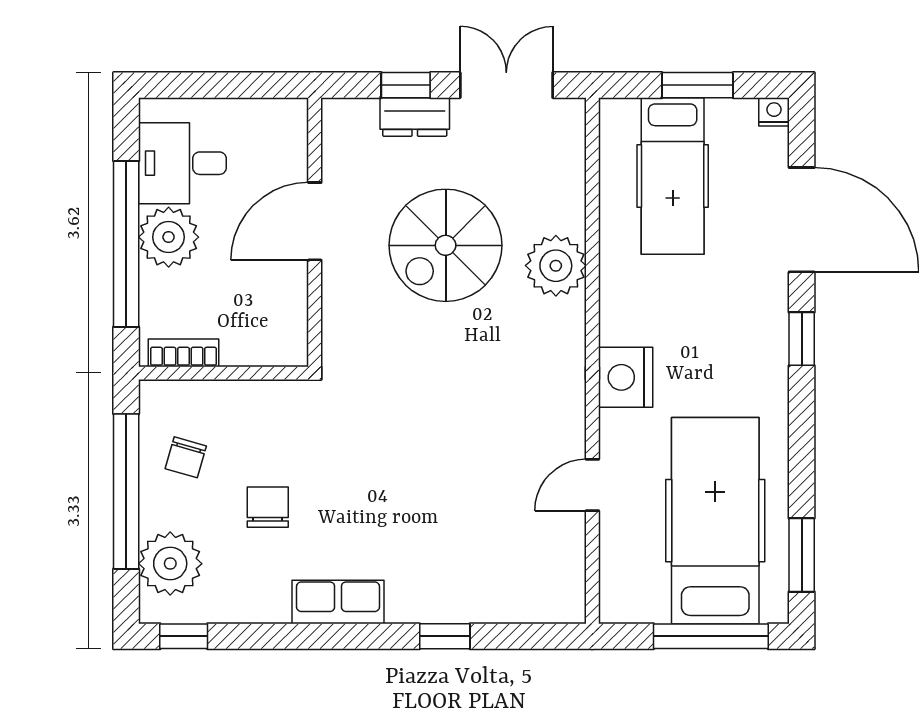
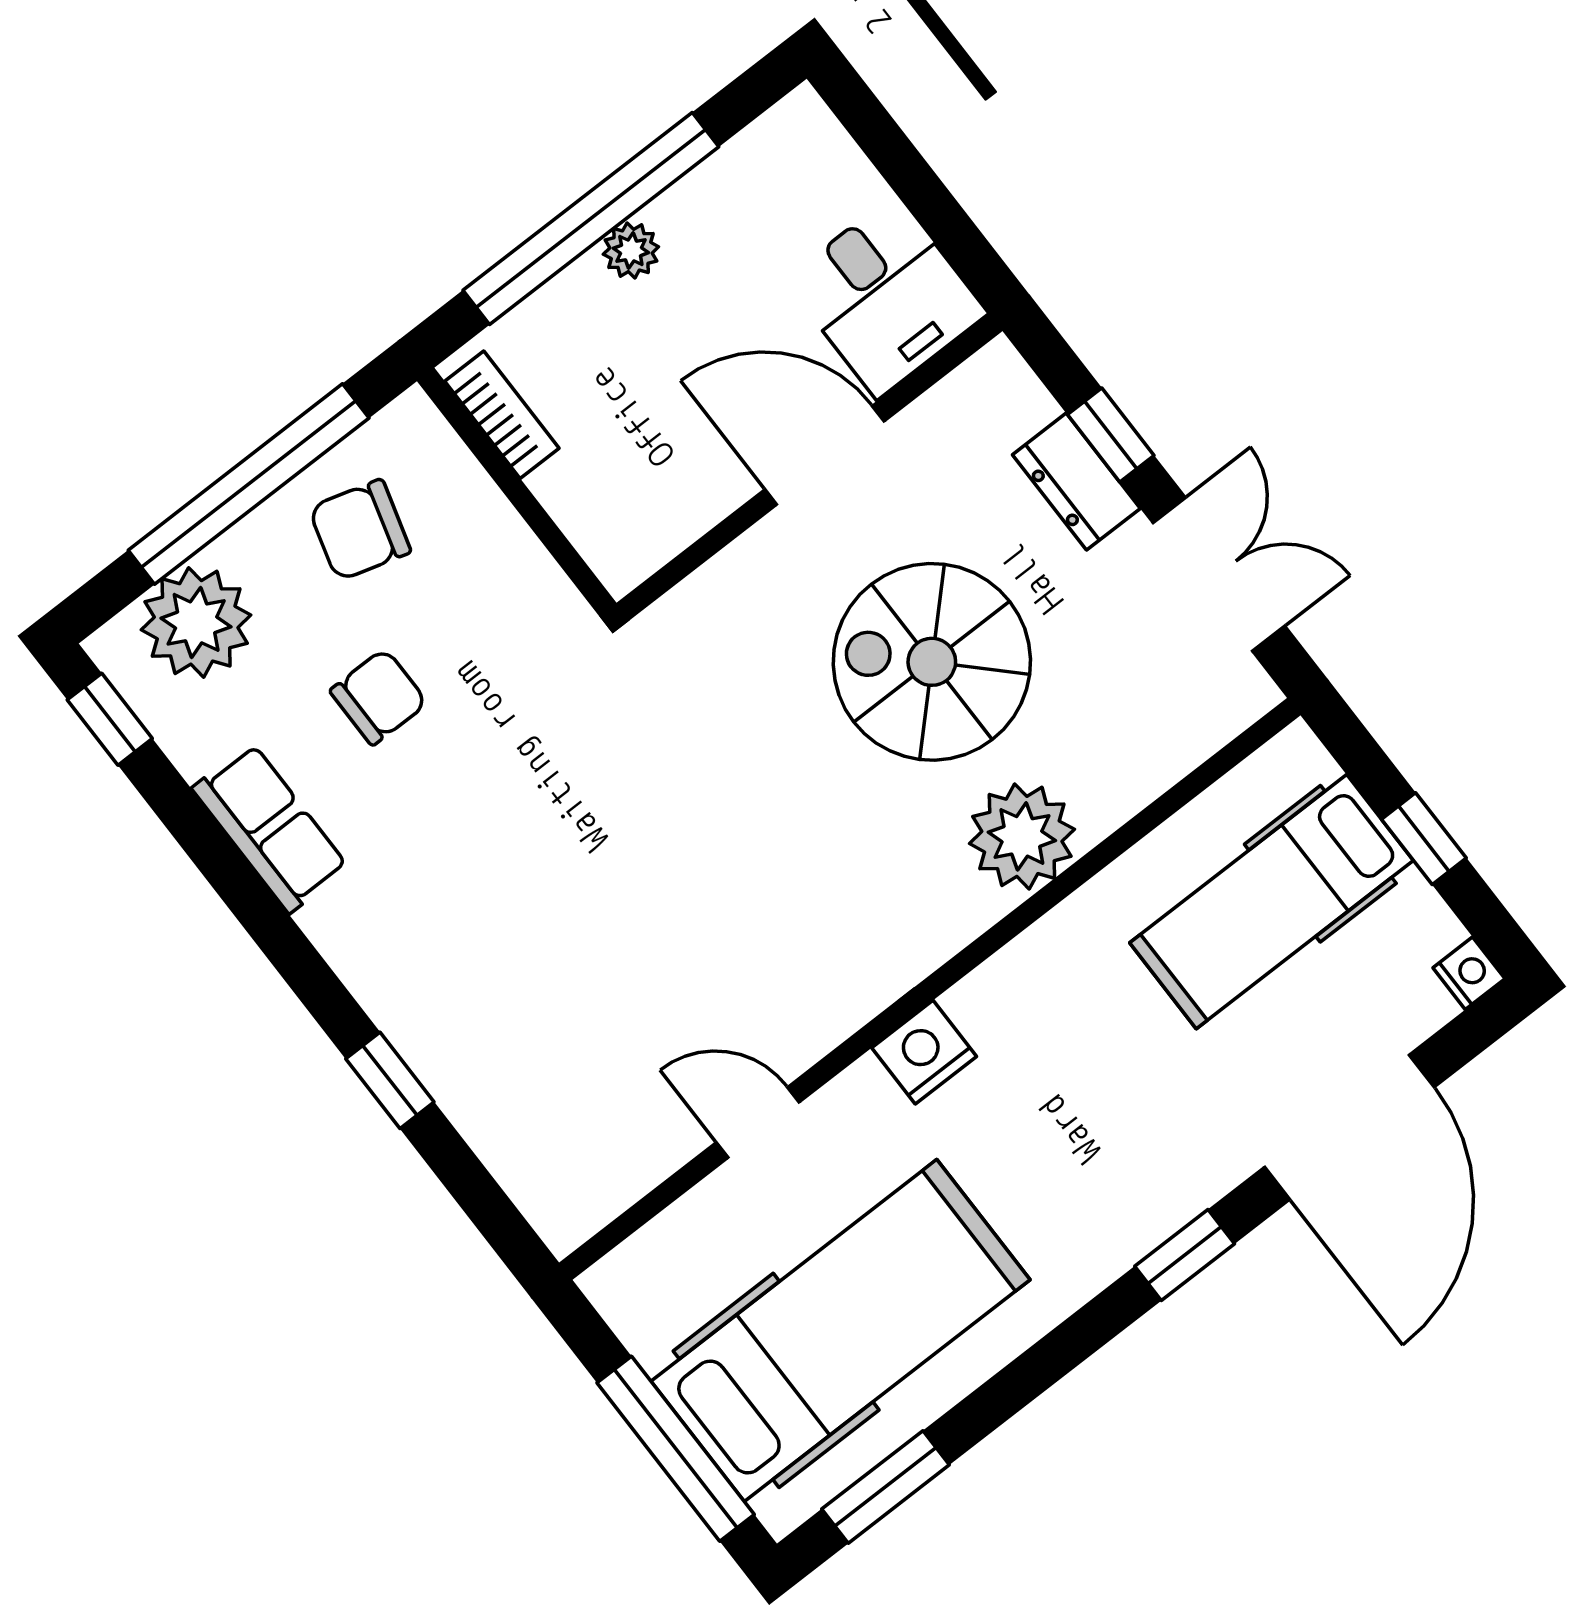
window: (698, 85) -> (1424, 839), width x0.67
desk: (182, 163) -> (886, 297), moved, turned 180
plant: (169, 237) -> (631, 250), width x0.53, depth x0.53
nightstand: (626, 377) -> (924, 1052), width x0.74, depth x0.75
chair: (186, 457) -> (360, 530), width x1.37, depth x1.37
row of seats: (338, 602) -> (270, 828), moved

